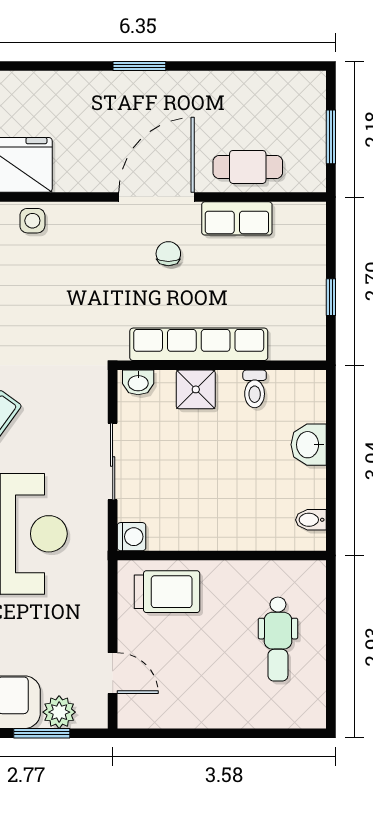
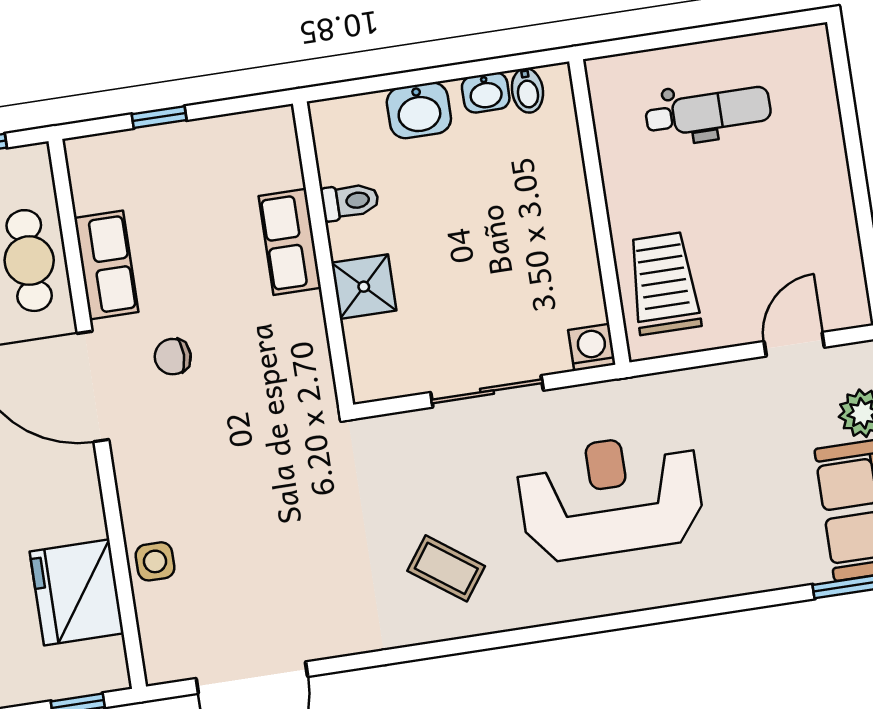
window: (331, 297) -> (159, 117), moved
row of seats: (199, 344) -> (290, 242), width x0.50
washbasin: (138, 382) -> (486, 93), moved, turned 90

